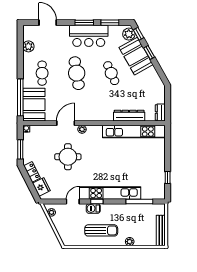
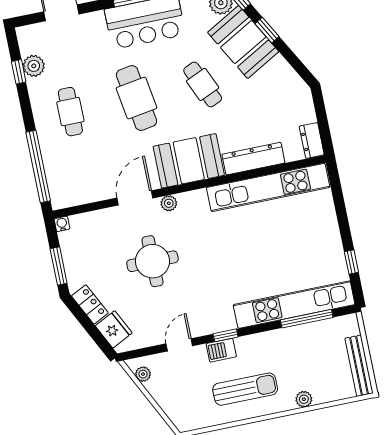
window: (20, 48) -> (19, 72), added
booth: (34, 105) -> (189, 161), moved, turned 90
kitchen unit: (110, 193) -> (294, 305), moved

